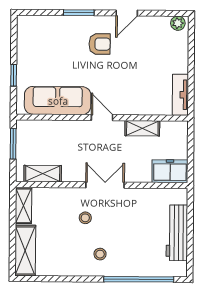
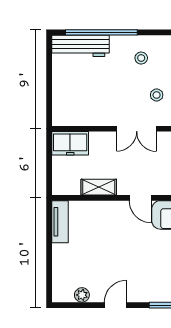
plant: (178, 23) -> (82, 295), moved
armchair: (100, 44) -> (143, 273), removed
workbench: (177, 233) -> (81, 46), moved, turned 90

